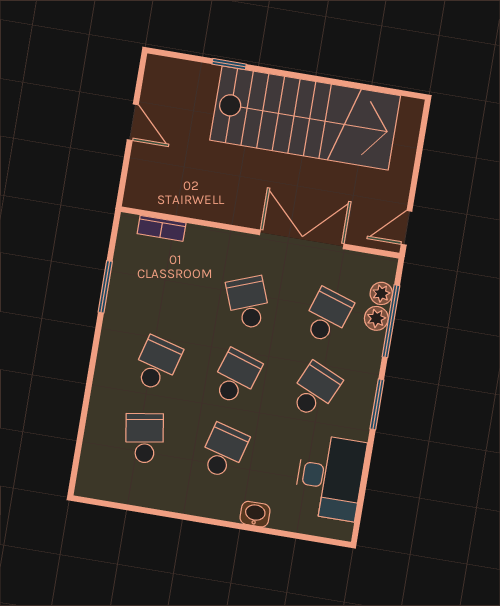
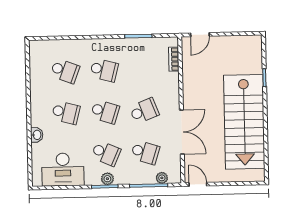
door: (133, 122) -> (200, 35), moved
plant: (376, 318) -> (107, 179), moved
school desk: (145, 438) -> (65, 71), turned 30

